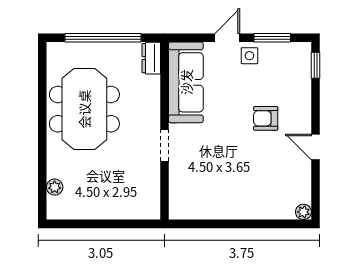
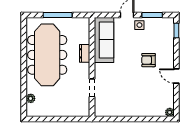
window: (103, 38) -> (58, 15), width x0.68
dresser: (151, 58) -> (85, 53), moved
meeting table: (84, 109) -> (47, 55), width x1.36
doorway: (164, 146) -> (92, 88), moved

